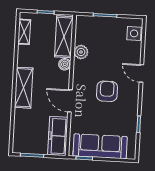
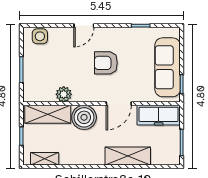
boiler: (65, 64) -> (84, 117), width x1.86, depth x1.86
shelving: (24, 88) -> (128, 156), moved

